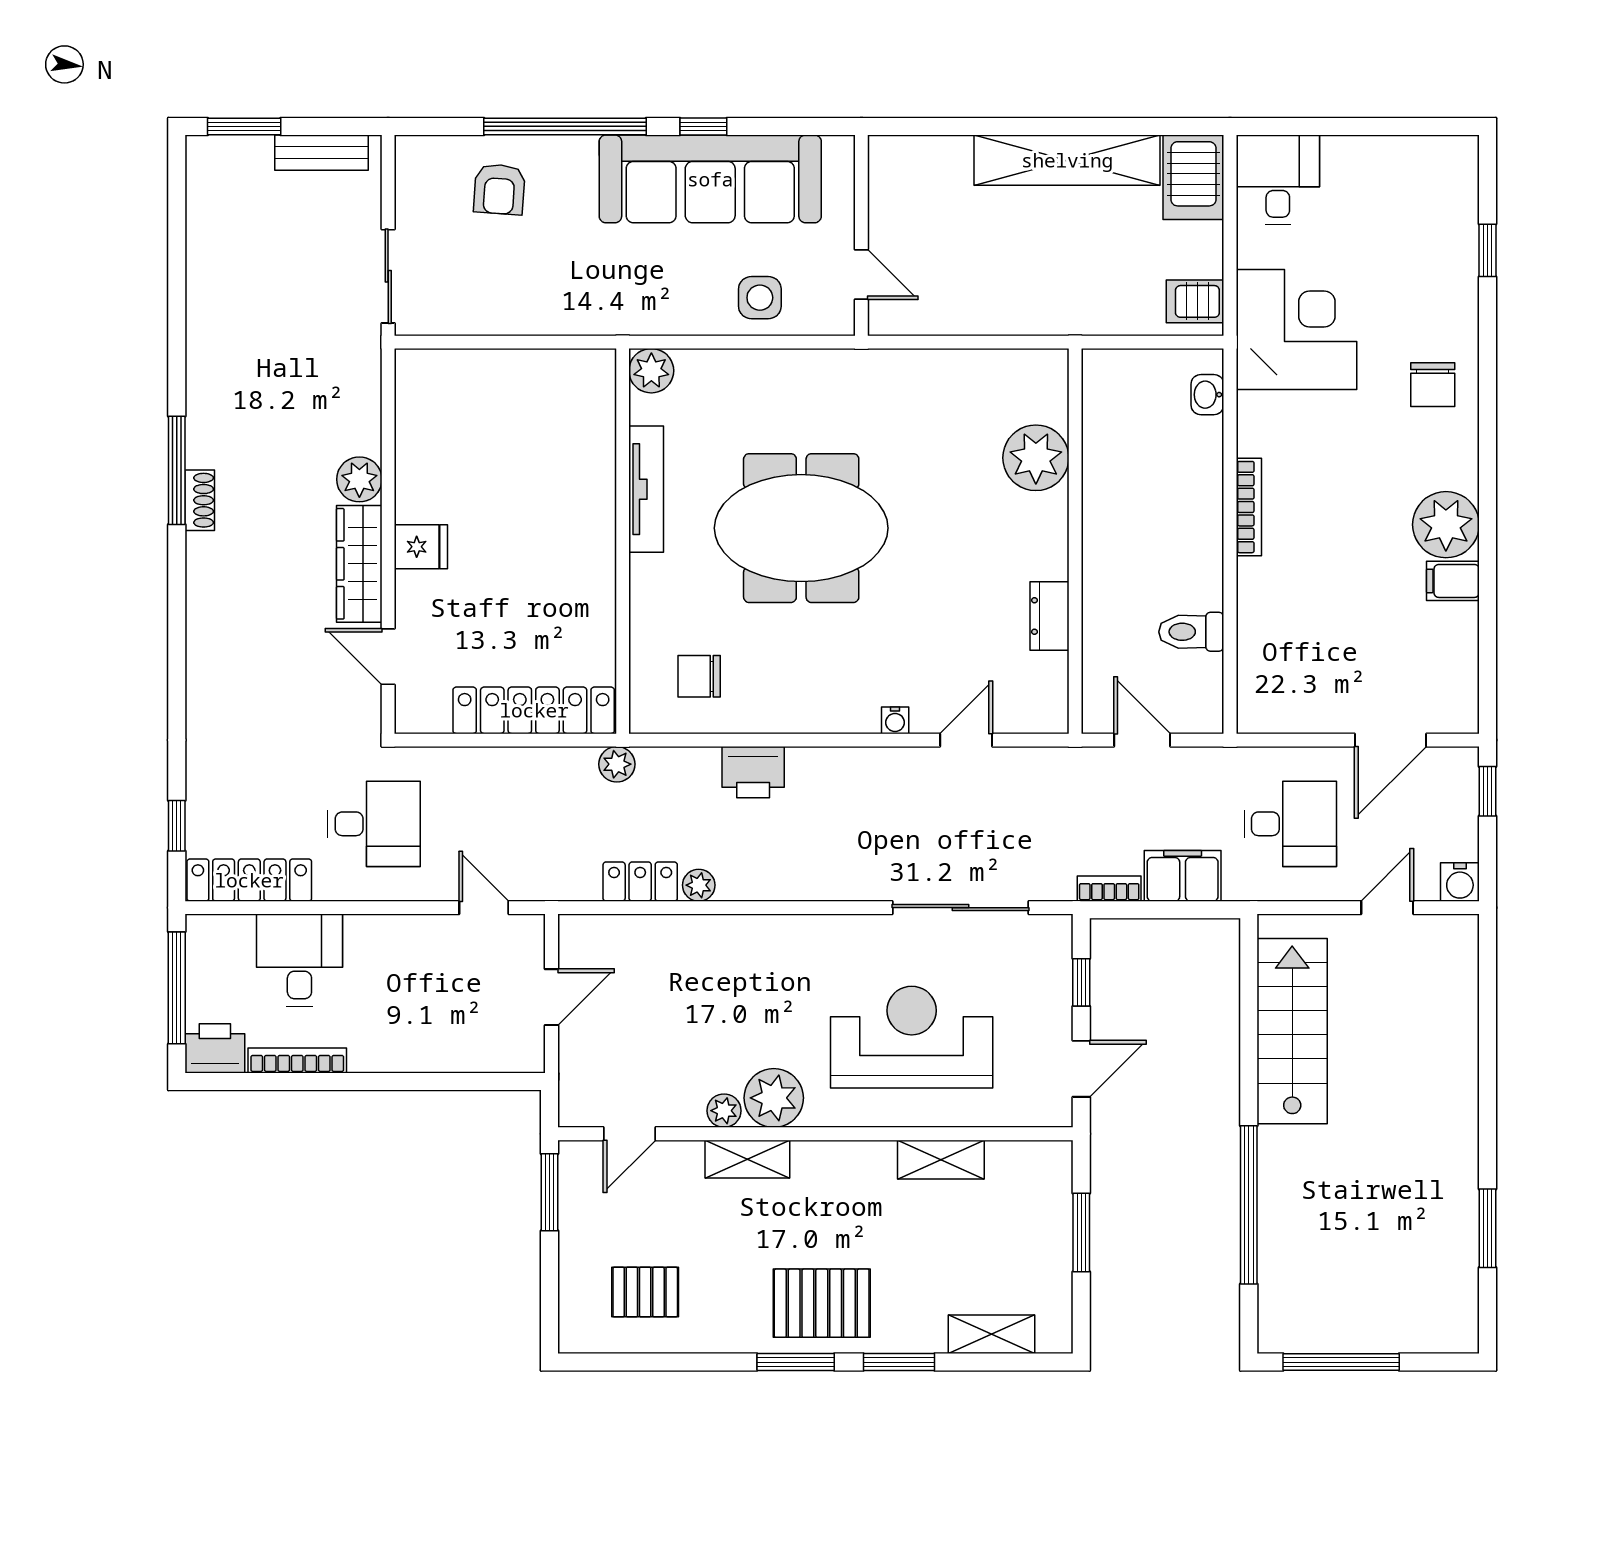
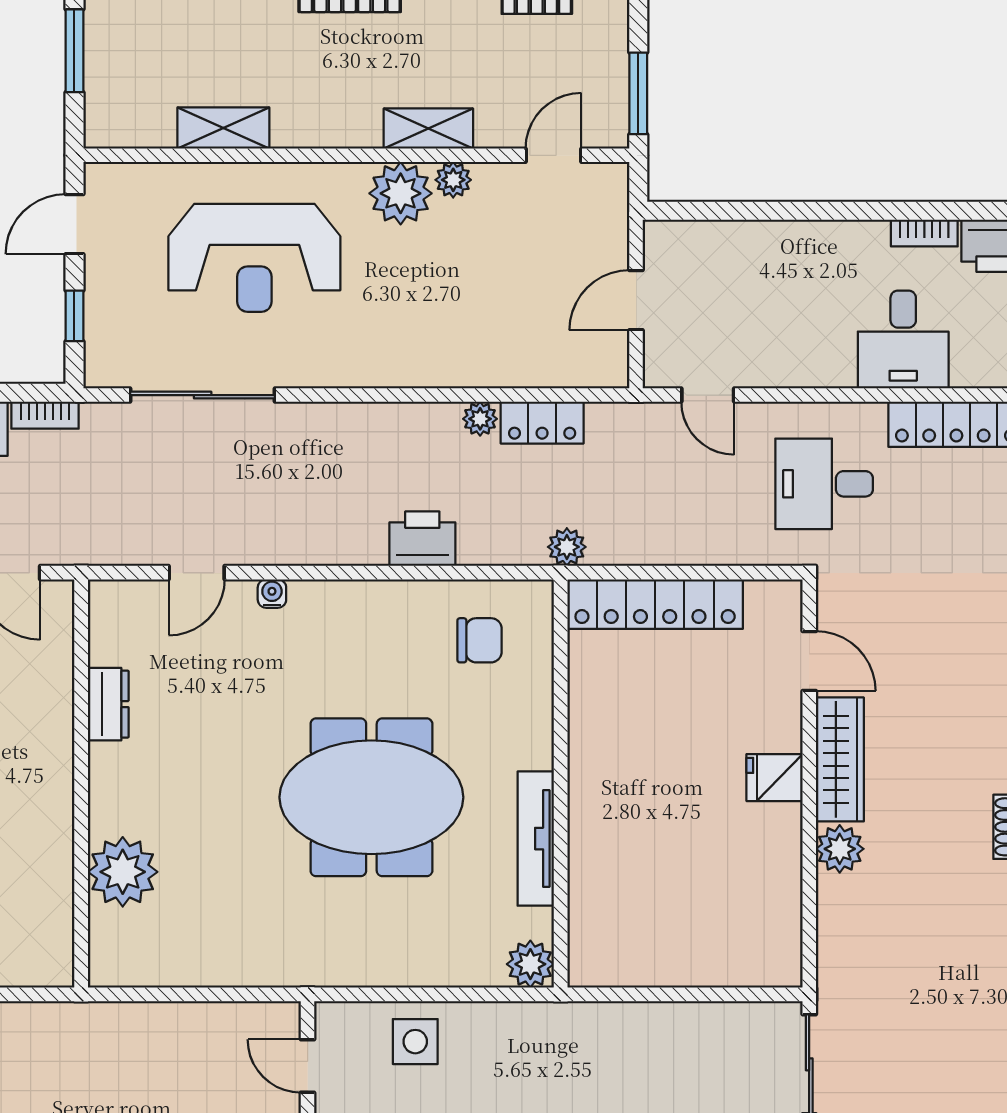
bookcase: (297, 1060) -> (924, 233), width x0.64

